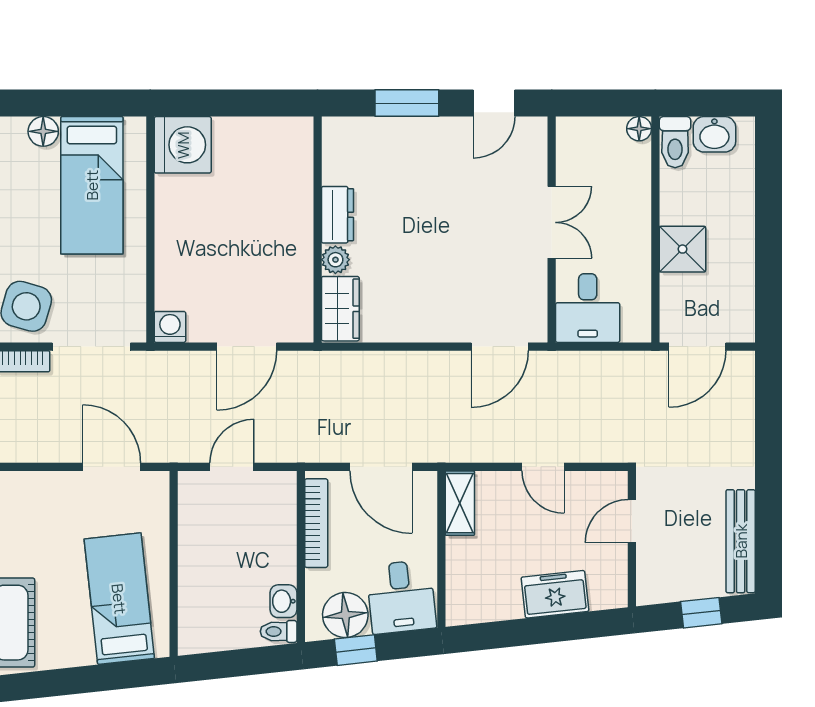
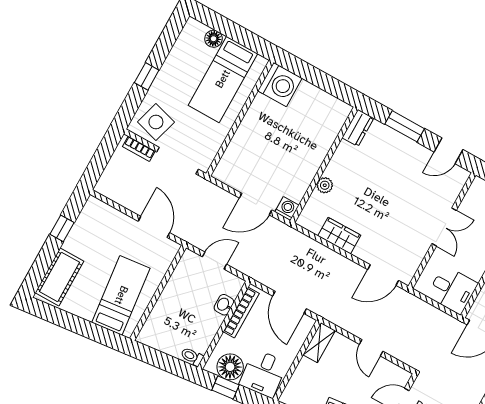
dresser: (338, 215) -> (358, 128), moved
desk: (588, 308) -> (452, 290), moved, turned -90
wardrobe: (340, 309) -> (339, 236), moved, turned -90
washing machine: (170, 327) -> (287, 209), moved
washbasin: (283, 601) -> (224, 305), moved

